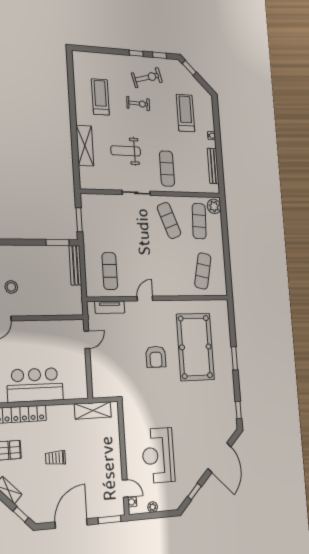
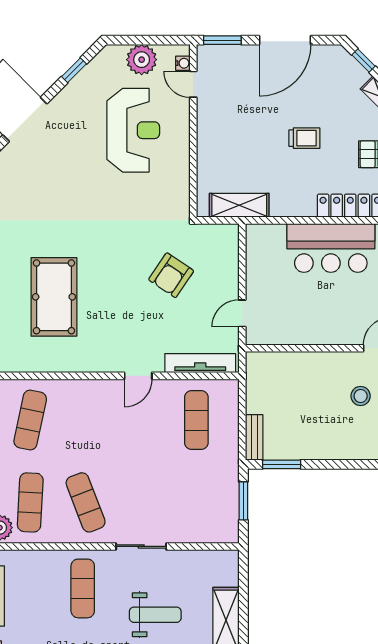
bench: (75, 265) -> (254, 437), width x0.73
tv unit: (110, 307) -> (200, 363), width x1.41
pool table: (195, 347) -> (54, 297), width x0.73, depth x0.76
armchair: (156, 357) -> (171, 275), moved, turned -146
plant: (153, 507) -> (142, 60), width x1.87, depth x1.87

